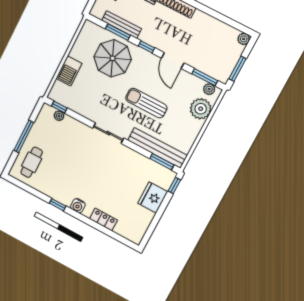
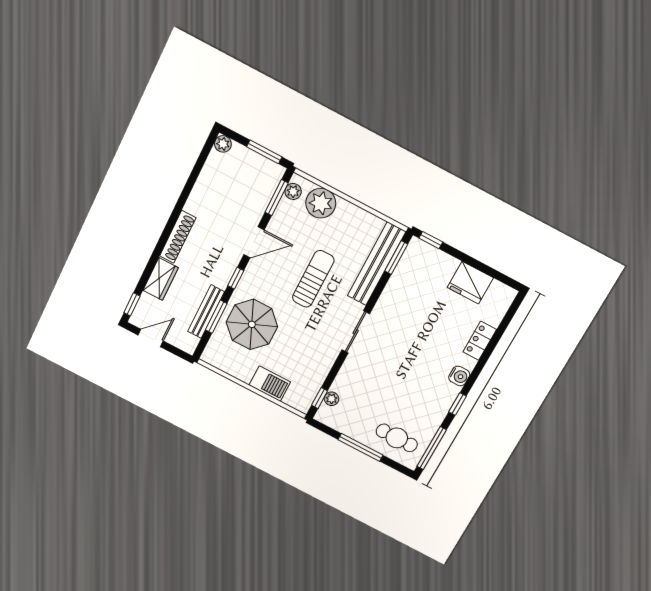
sun lounger: (146, 103) -> (313, 279), turned 180
window: (25, 187) -> (432, 448), added
fridge: (153, 197) -> (470, 283), moved

